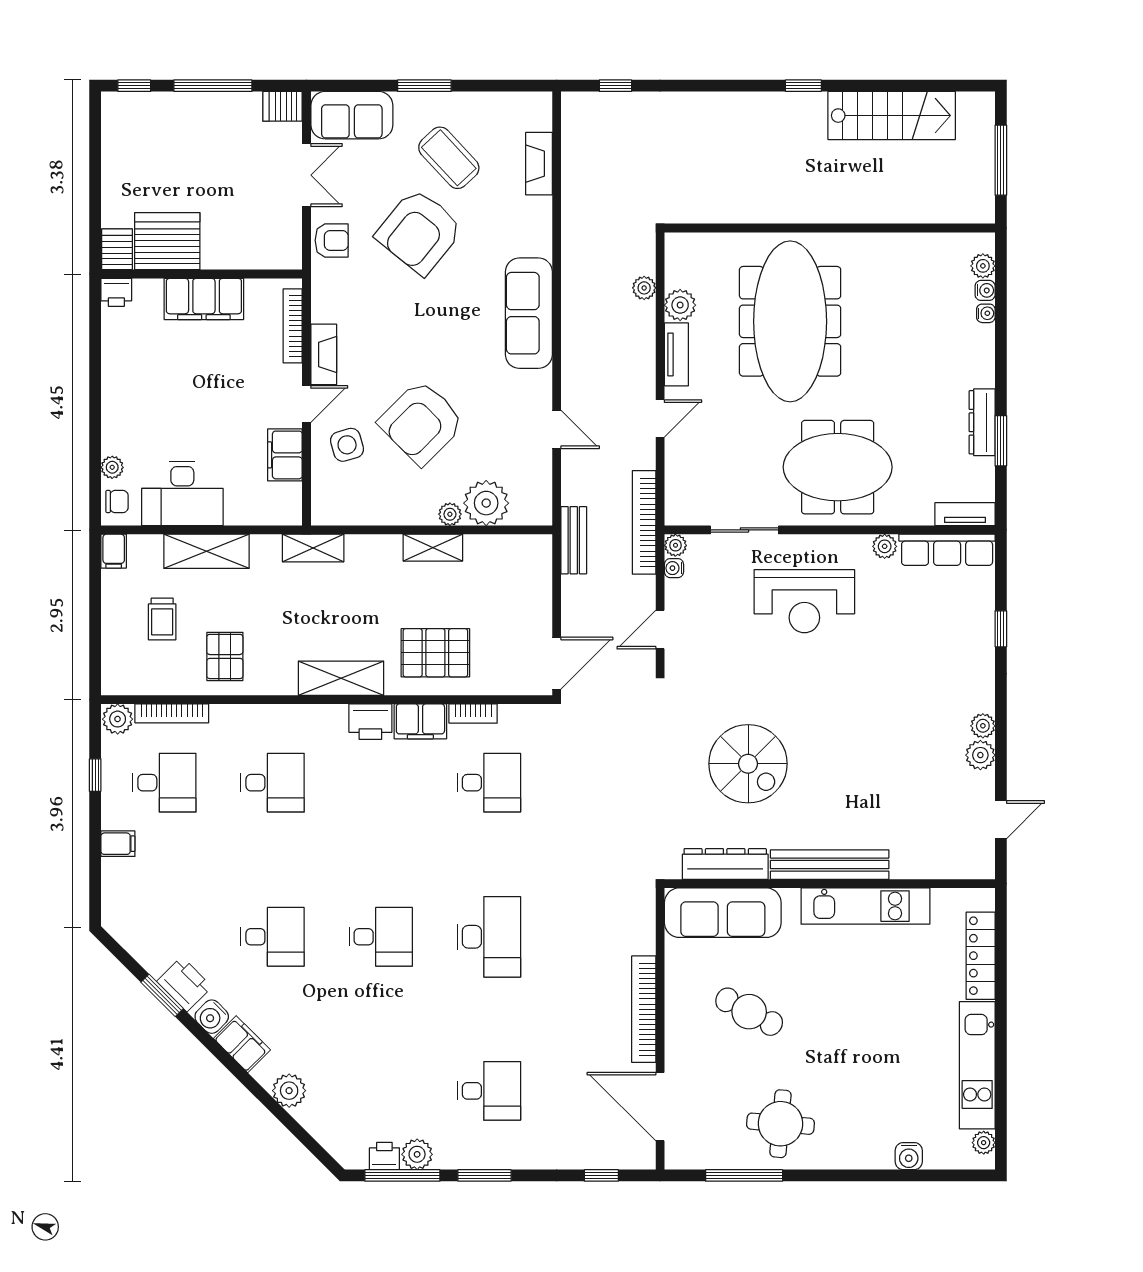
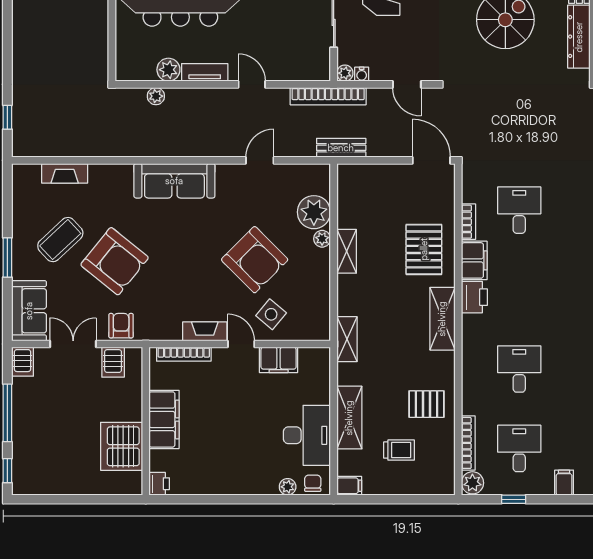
server rack: (117, 249) -> (113, 362), moved, turned -90
side table: (347, 445) -> (271, 314), turned -34

